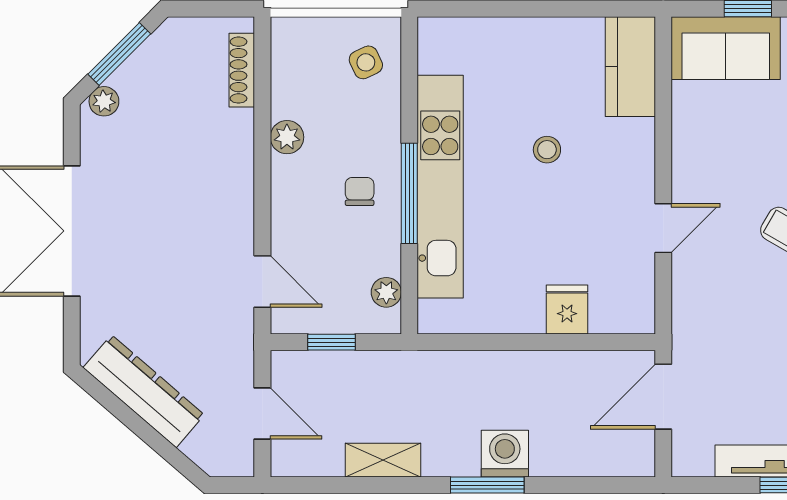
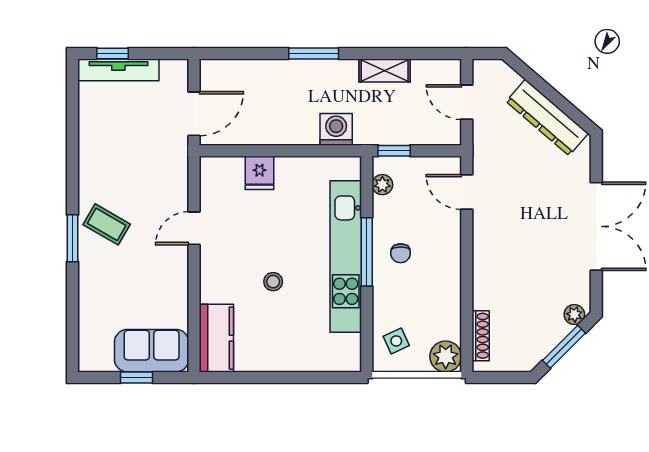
plant: (287, 137) -> (446, 356), moved, width x1.38, depth x1.38
window: (331, 342) -> (394, 151), moved
washing machine: (505, 454) -> (336, 129), moved, turned 180

